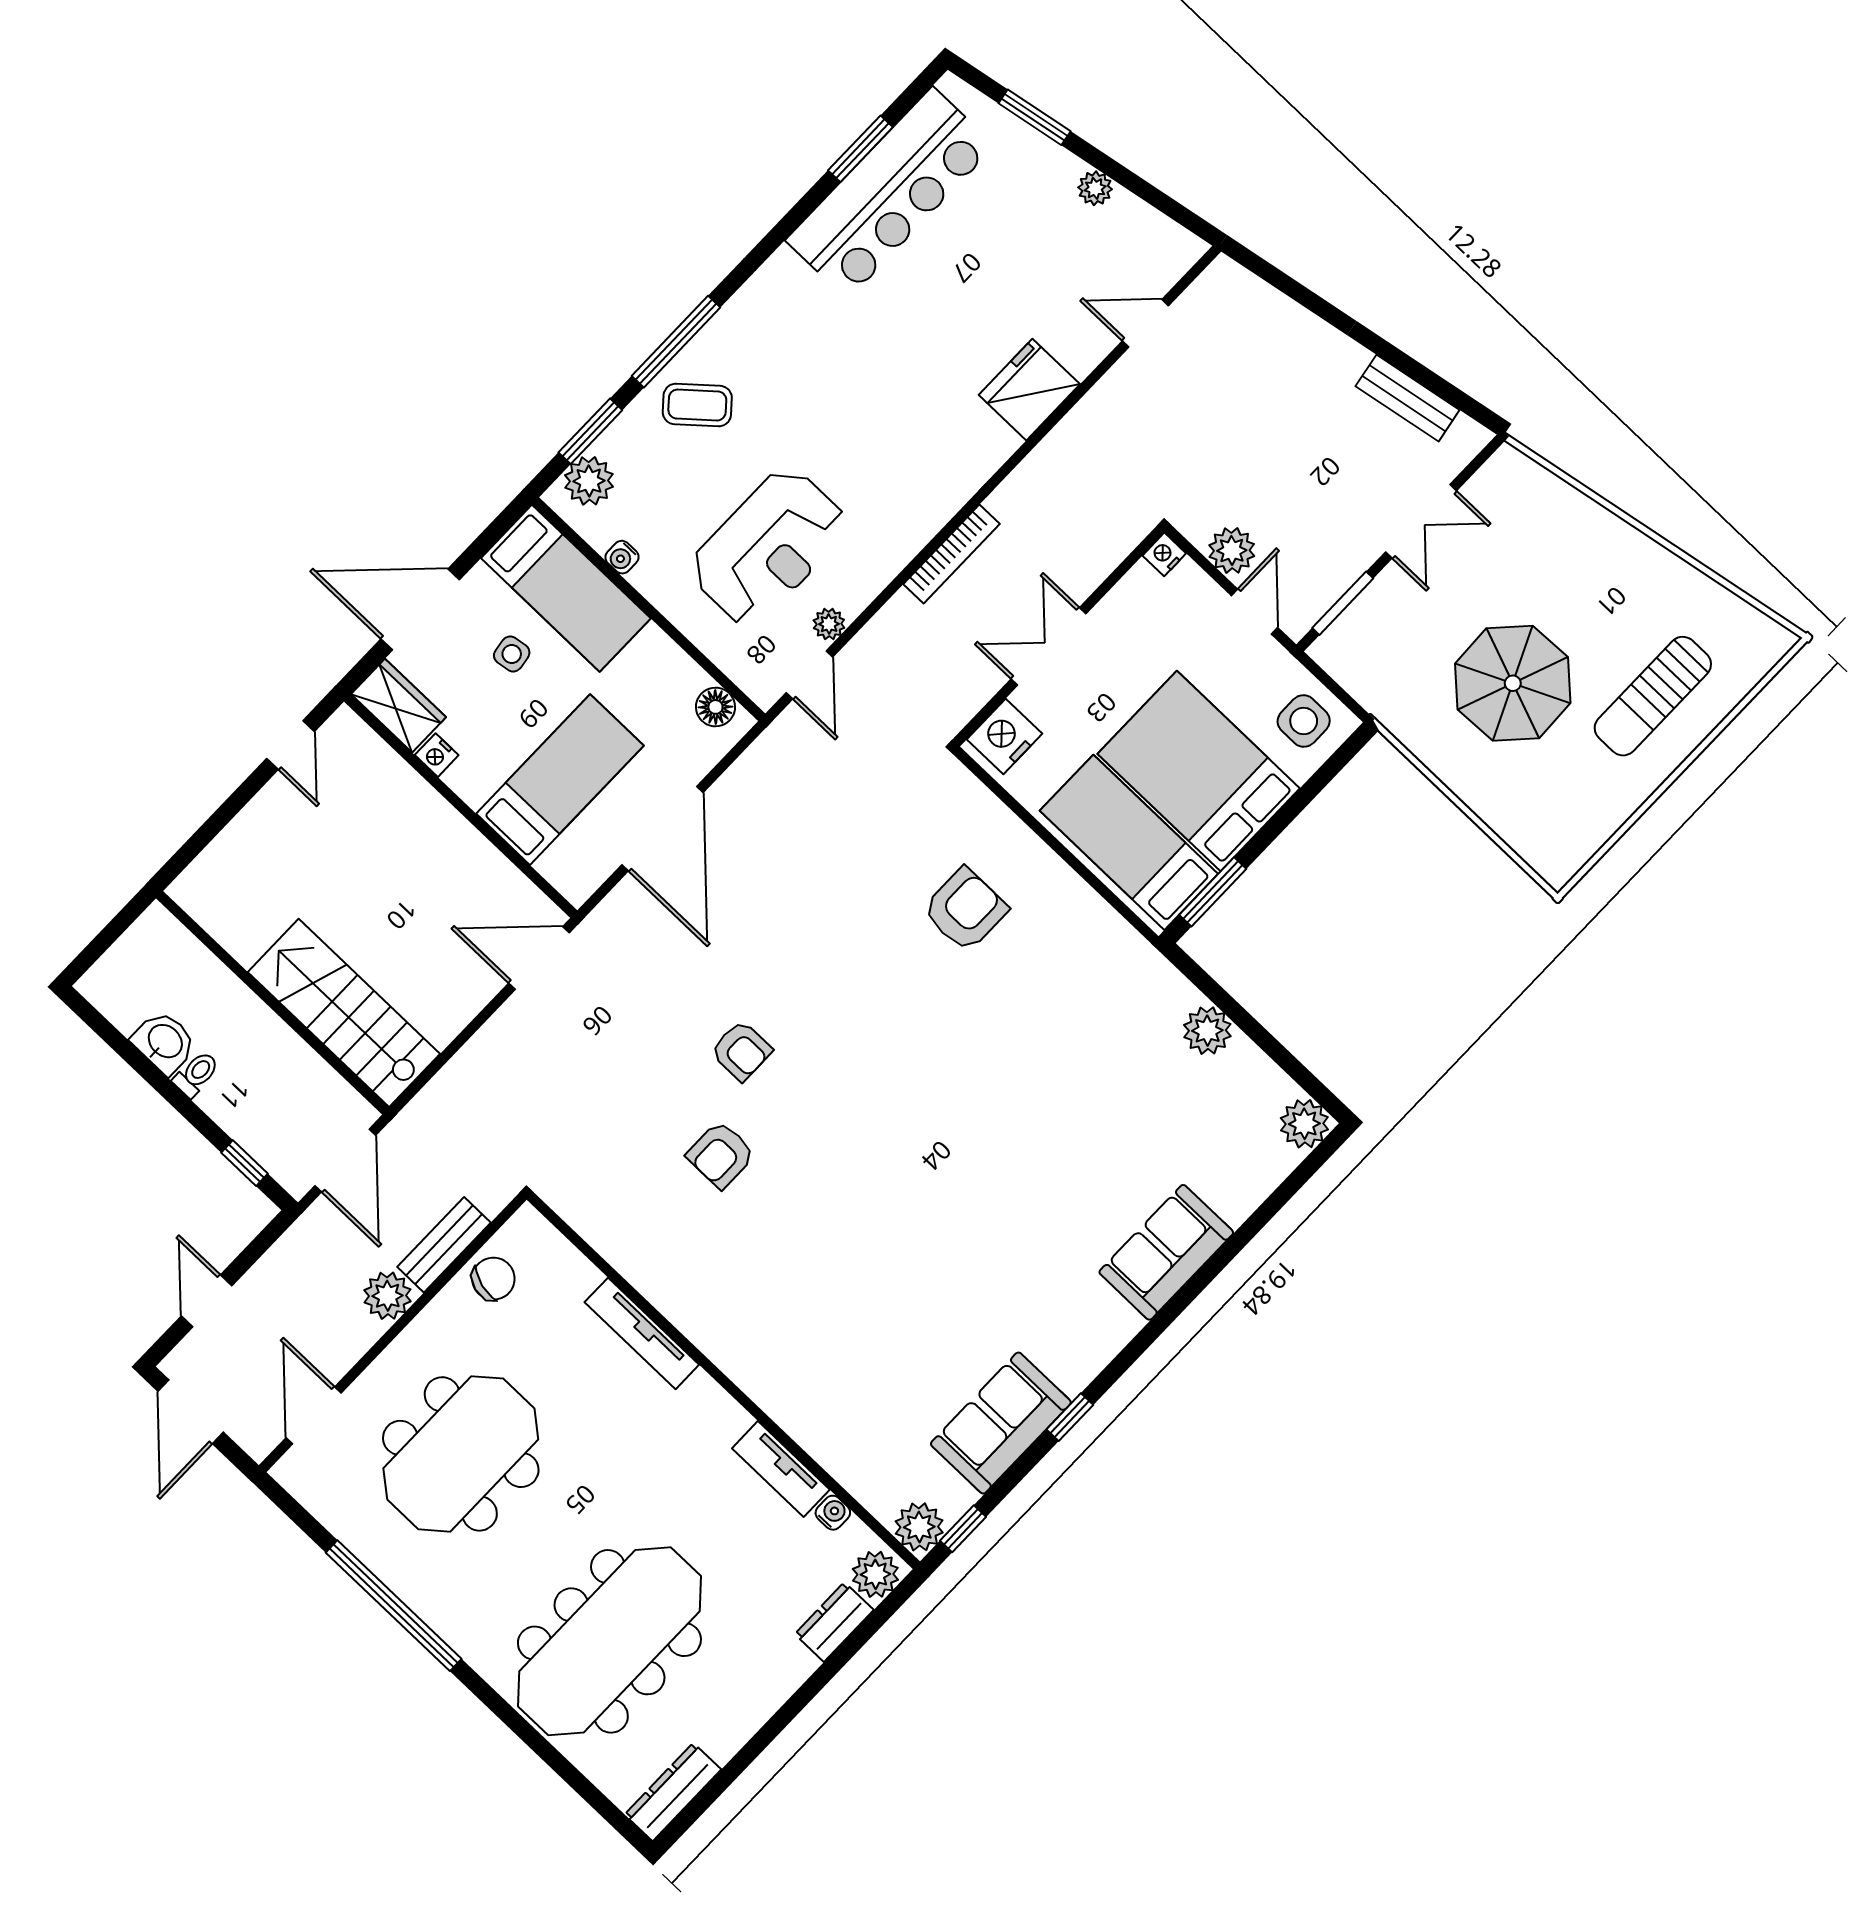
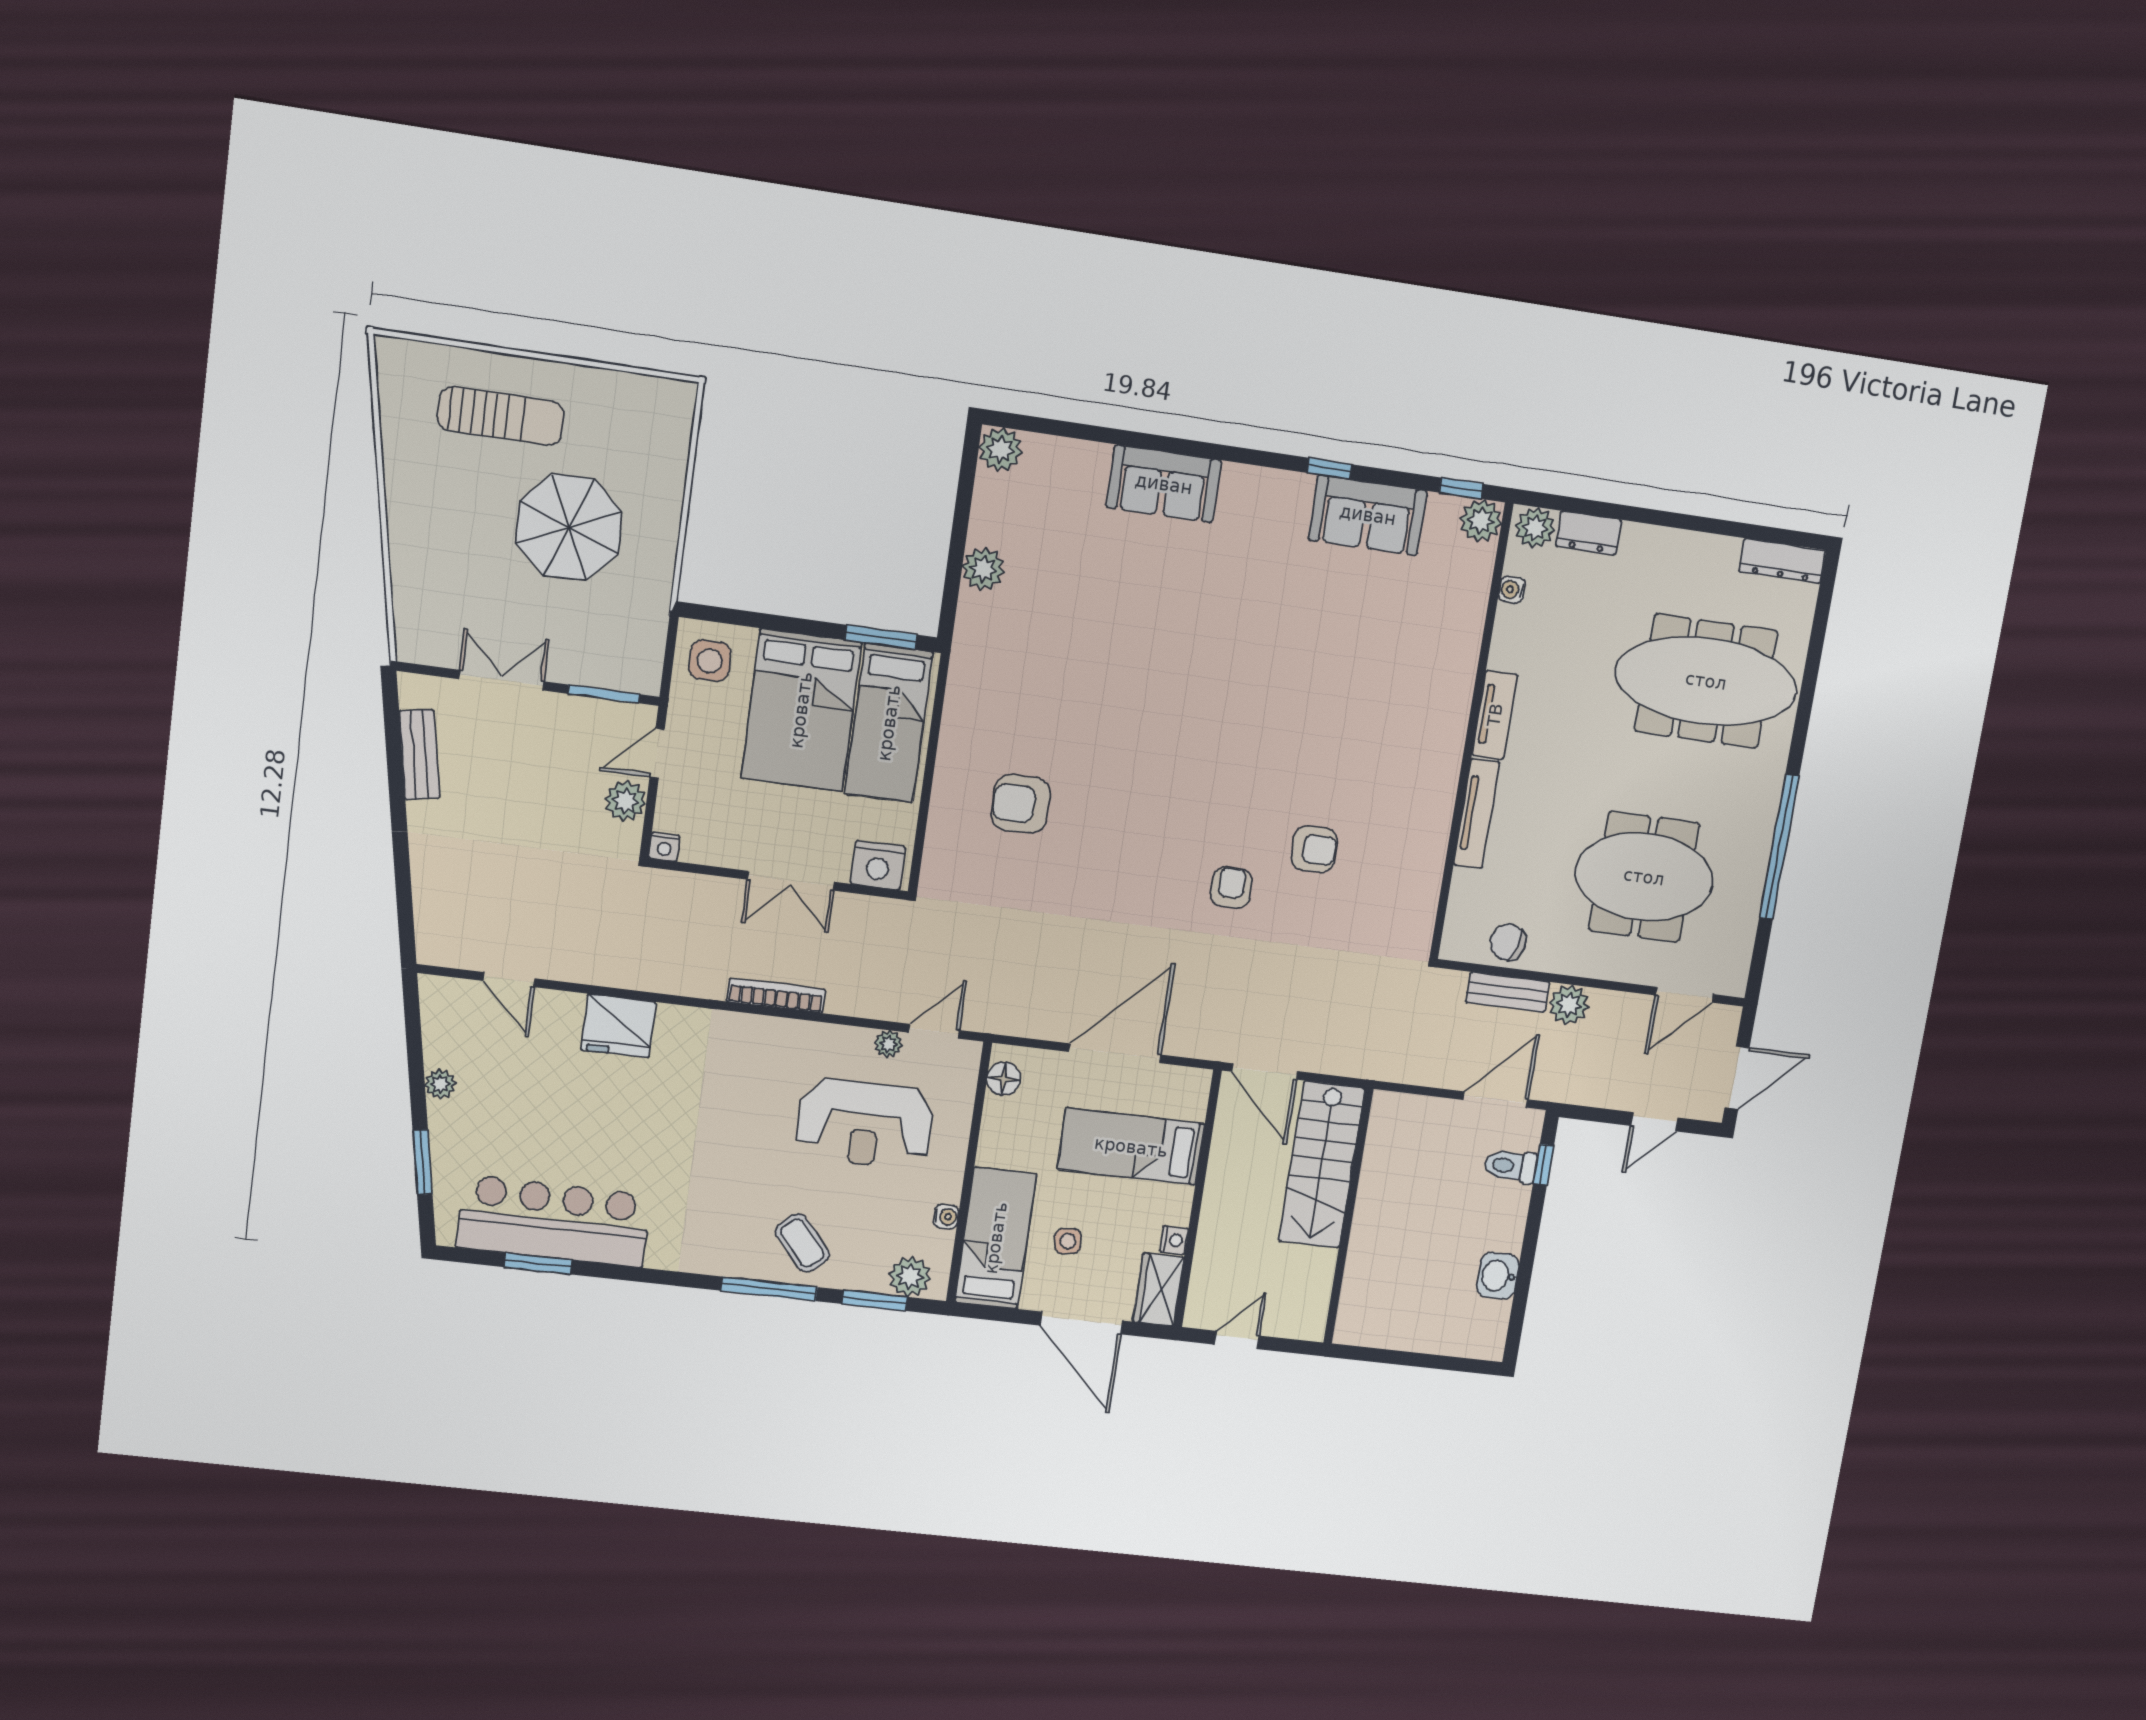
reception desk: (768, 547) -> (865, 1124), turned 180
wall: (273, 1003) -> (1348, 1217), moved
stairs: (344, 1013) -> (1322, 1165), moved
toilet: (196, 1074) -> (1510, 1166), moved, width x1.37, depth x1.39
tv unit: (781, 1469) -> (1495, 715), moved

